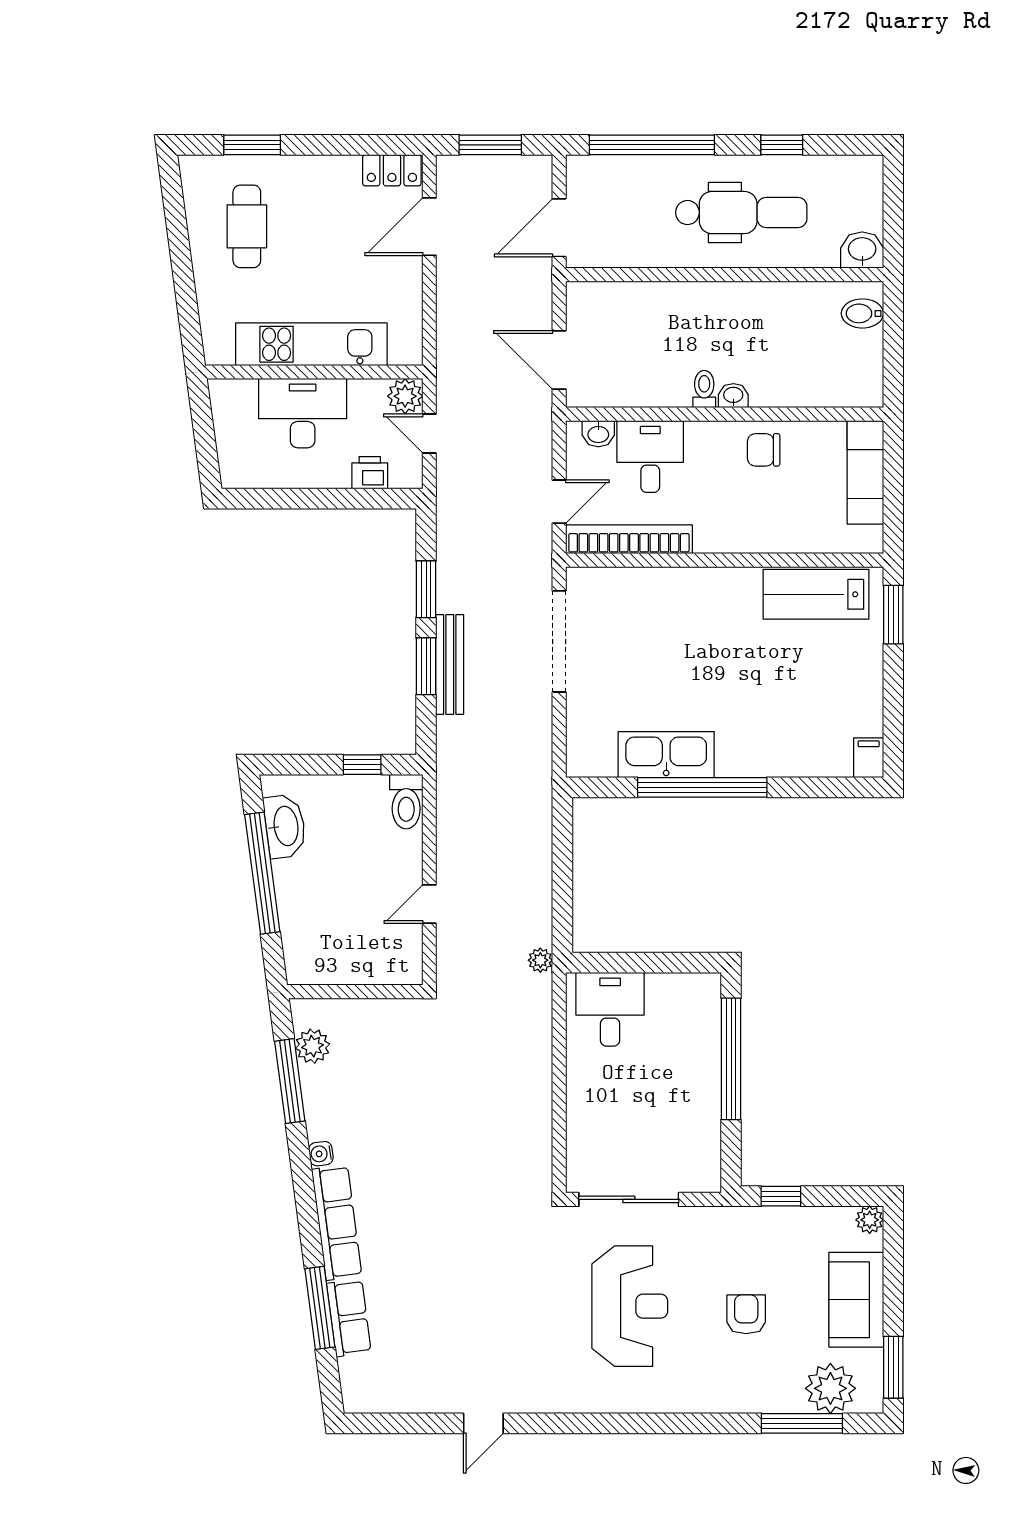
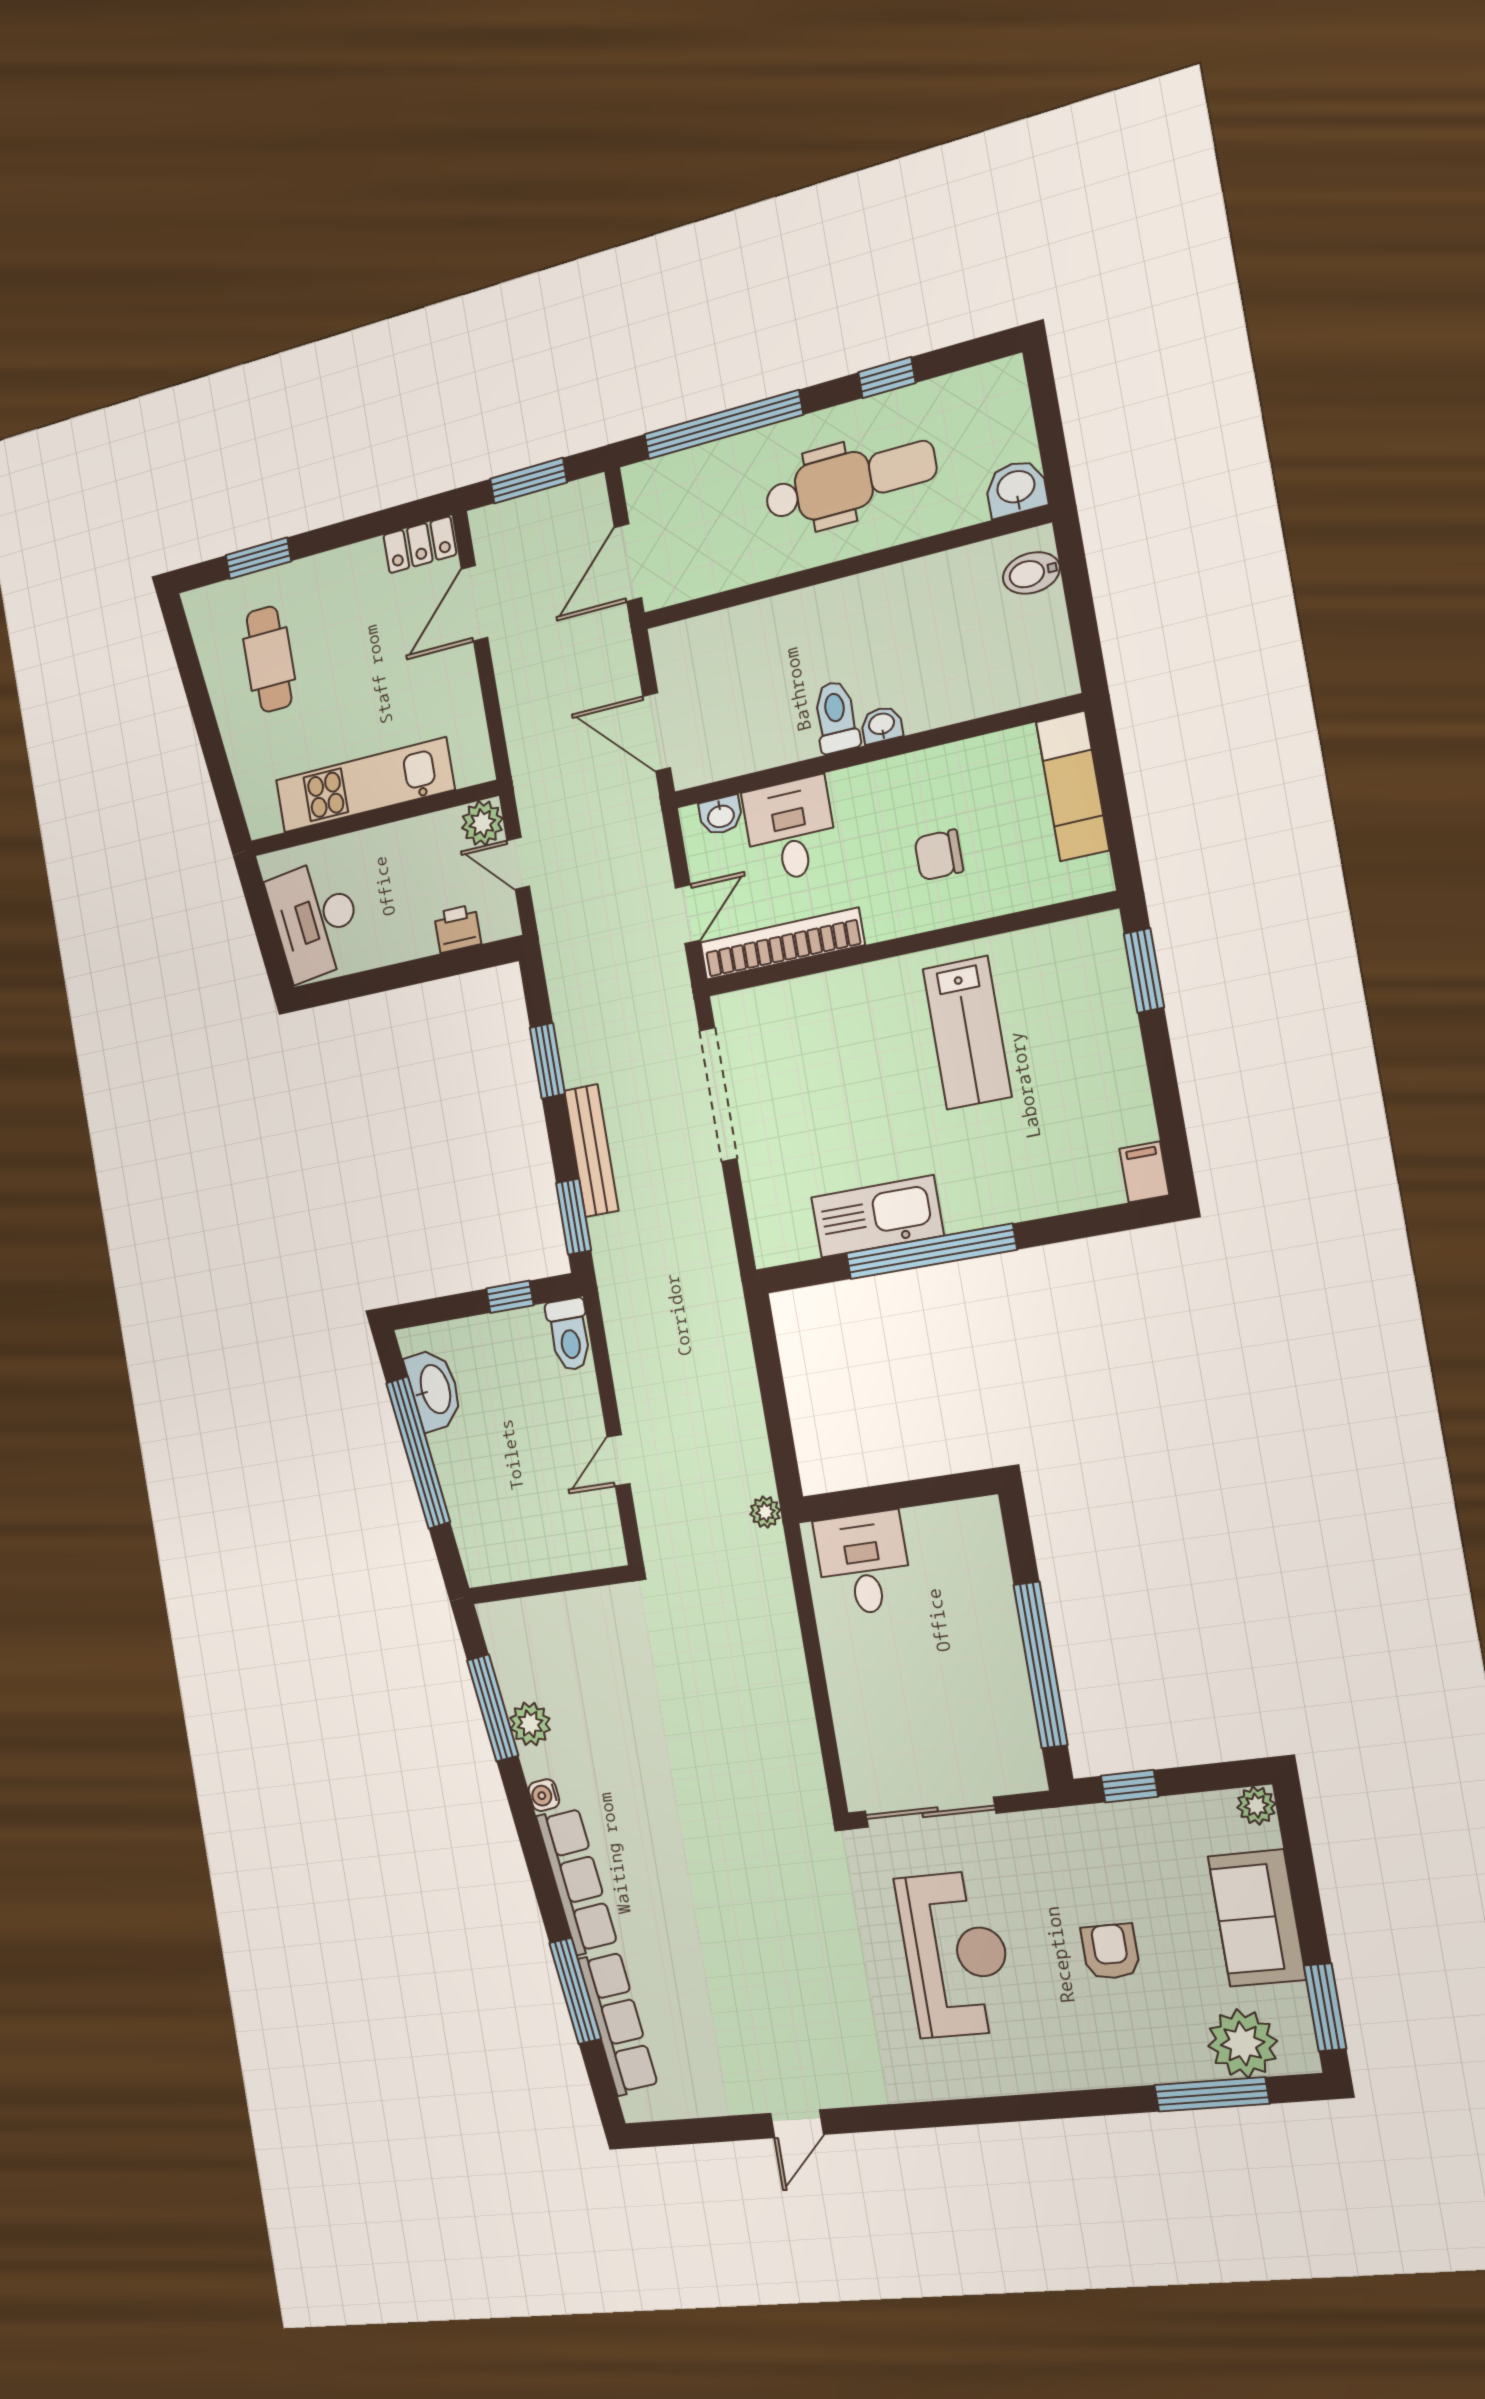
toilet: (704, 389) -> (836, 717), width x1.37, depth x1.39
desk: (303, 413) -> (315, 919), moved, turned -98
chair: (764, 450) -> (939, 855), moved
lab bench: (816, 594) -> (967, 1033), moved, turned -90
window: (426, 666) -> (574, 1217), moved
plant: (313, 1046) -> (530, 1724), moved
window: (731, 1059) -> (1041, 1665), moved
row of seats: (349, 1318) -> (618, 2023), width x1.48

